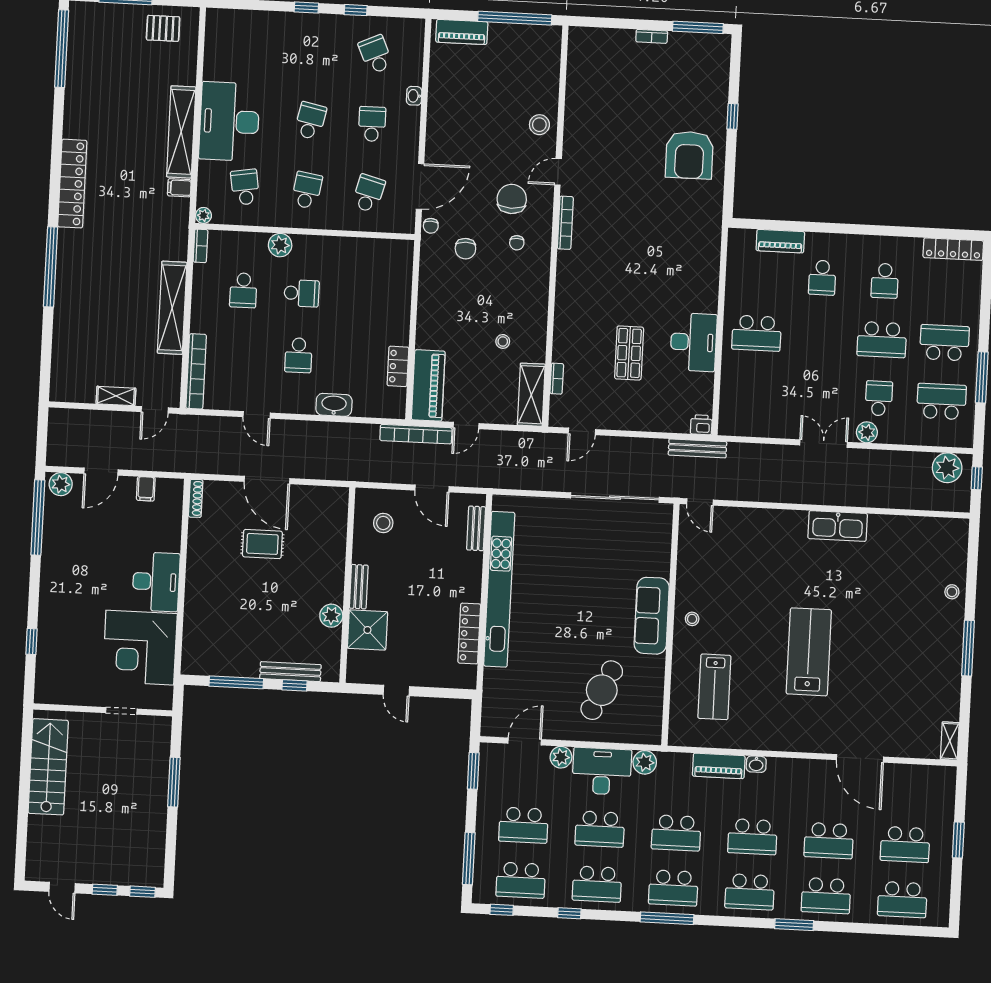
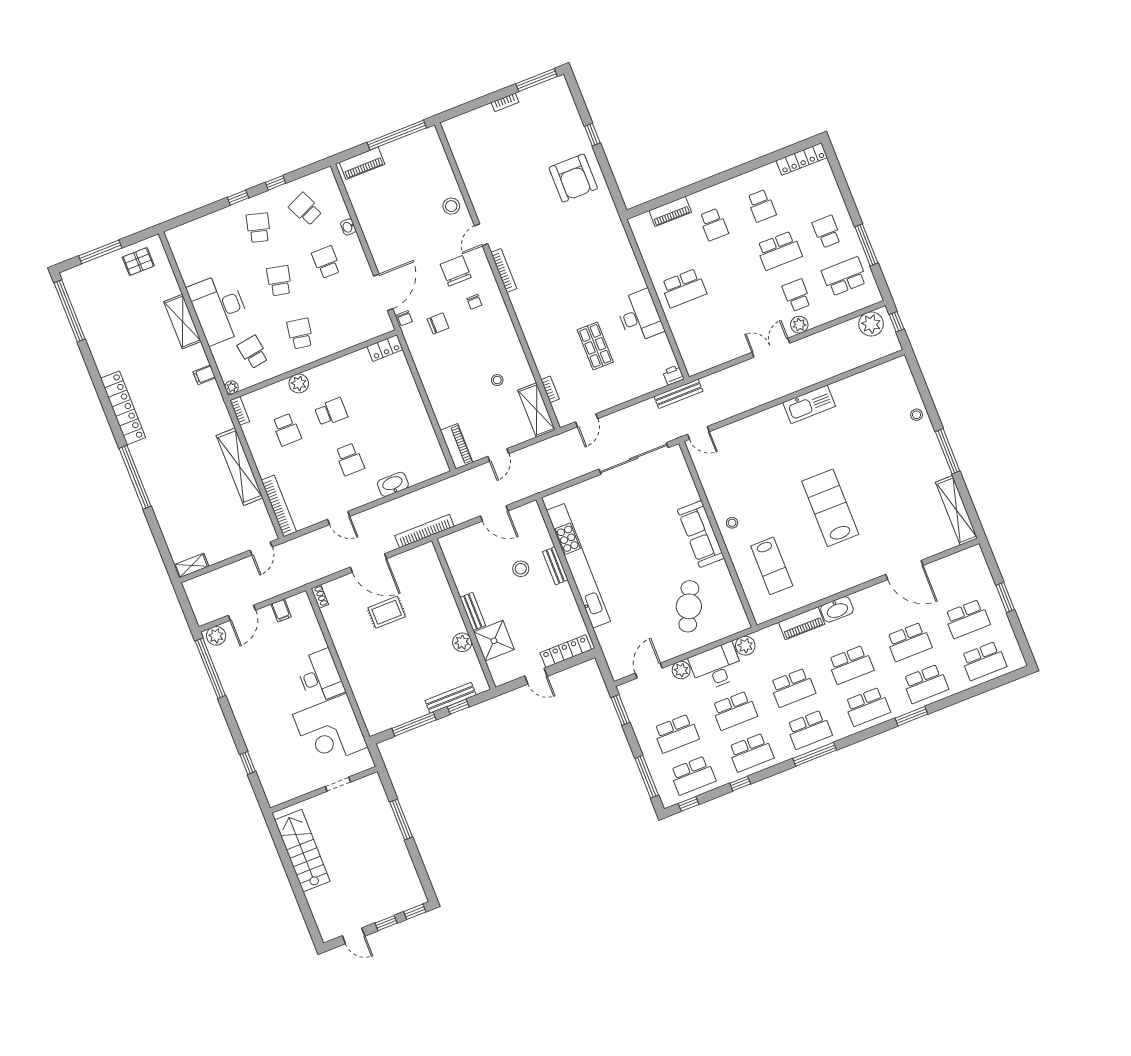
shelving: (181, 132) -> (182, 322), width x0.68
school desk: (368, 193) -> (258, 228), moved
chair: (465, 249) -> (438, 323), turned -90
school desk: (944, 343) -> (827, 232), width x0.54
locker: (398, 366) -> (385, 348), moved, turned -90
piano: (428, 385) -> (457, 446), width x0.73, depth x0.75
shelving: (116, 396) -> (191, 566), moved
bookcase: (416, 434) -> (424, 531), moved, turned 180
shoe rack: (196, 498) -> (320, 596), width x0.70
stool: (383, 523) -> (521, 569), moved
bench: (476, 528) -> (555, 566), moved
locker: (469, 633) -> (566, 651), moved, turned 90
shelving: (950, 741) -> (956, 510), width x2.20, depth x1.33
washbasin: (756, 764) -> (837, 609), width x1.91, depth x1.45

